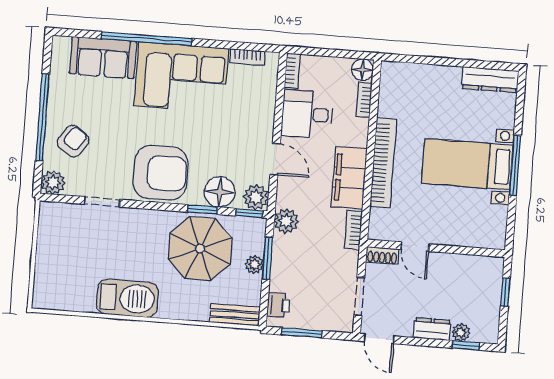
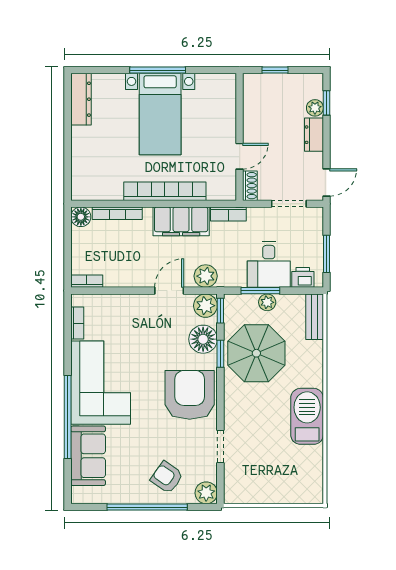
bookcase: (364, 100) -> (117, 213), width x1.56
desk: (307, 114) -> (269, 265), moved
plant: (286, 221) -> (206, 276), moved

